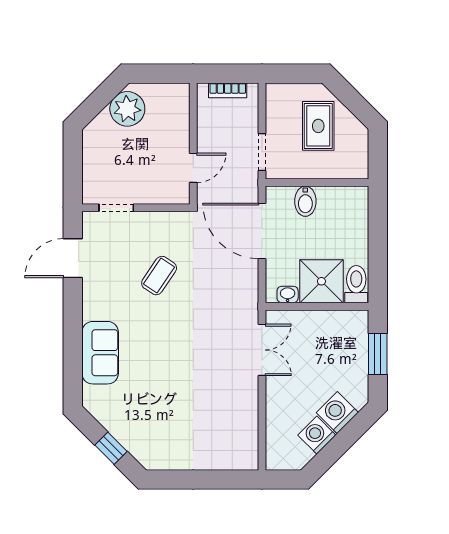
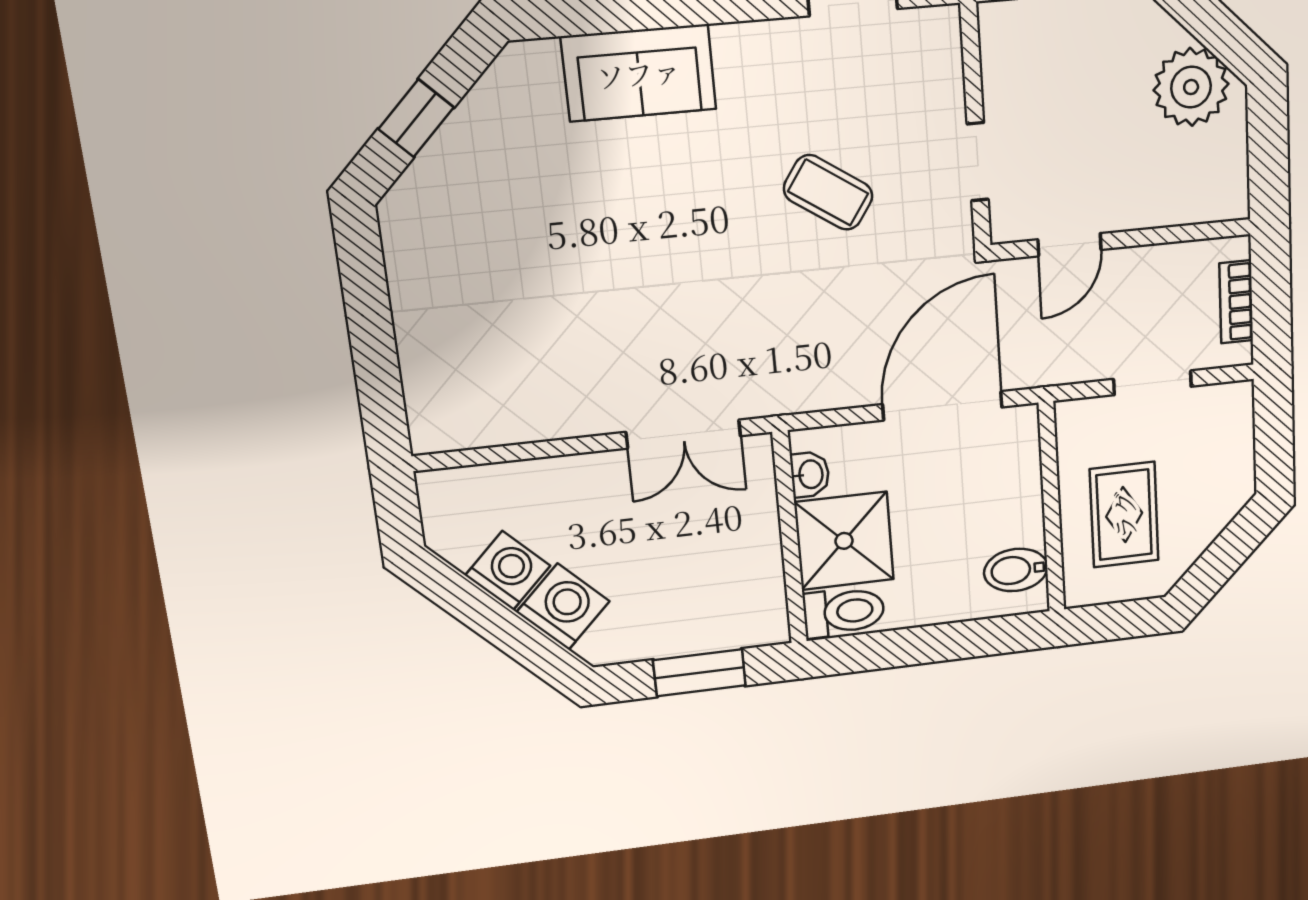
rug: (318, 126) -> (1124, 515), moved, turned 90
doorway: (262, 152) -> (1152, 383), moved
door: (193, 168) -> (1069, 245), hinge flipped
bidet: (305, 201) -> (1016, 570), moved
doorway: (116, 208) -> (978, 162), moved

